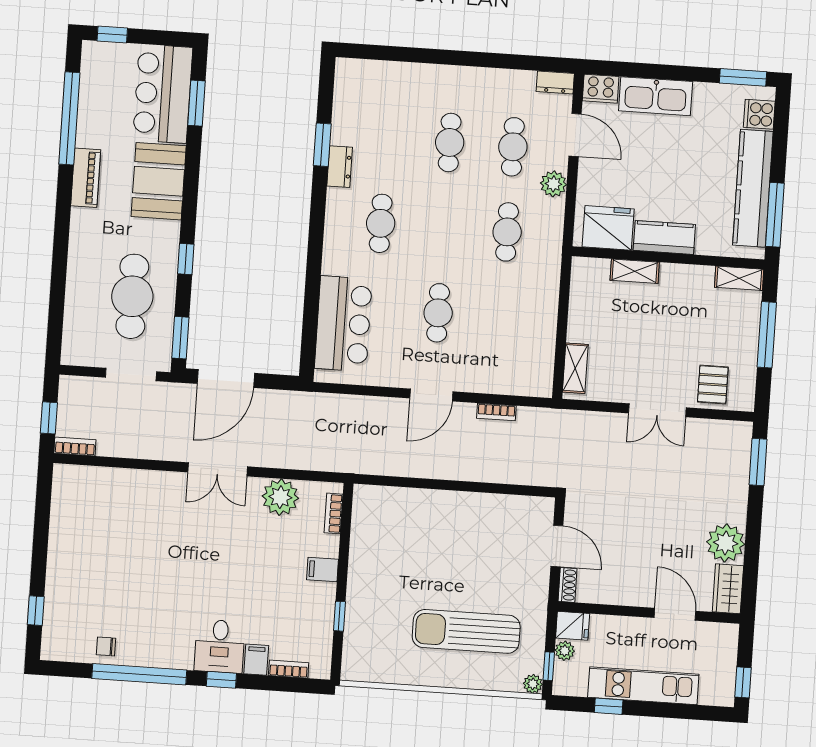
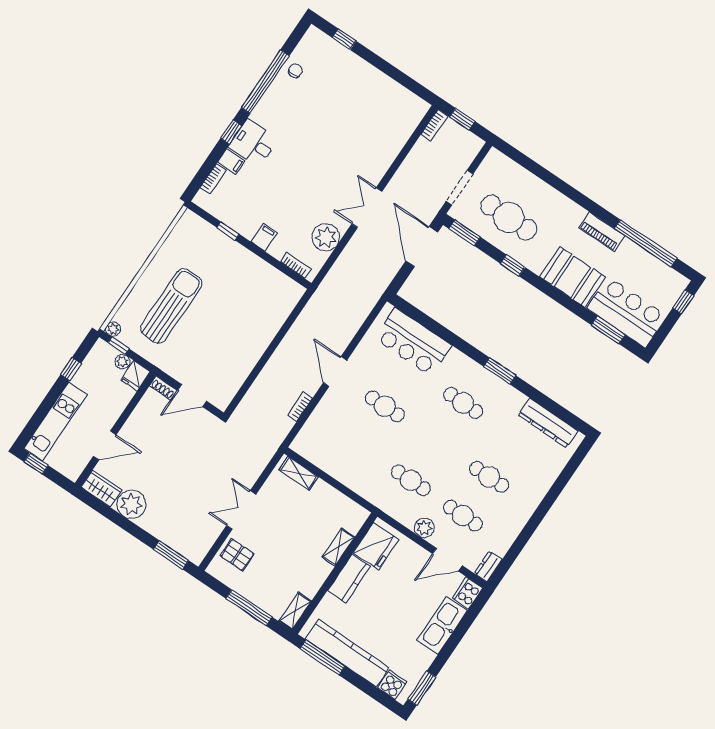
window: (322, 145) -> (500, 371), moved
dresser: (340, 167) -> (548, 423), moved, width x1.96, depth x1.24
kitchen unit: (643, 686) -> (56, 421), moved

